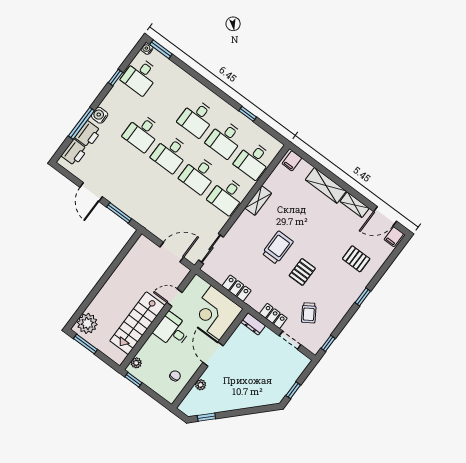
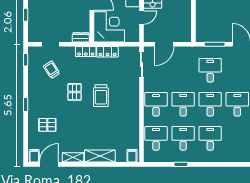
desk: (144, 189) -> (210, 70), added
shelving: (258, 201) -> (134, 116), removed
locker: (273, 316) -> (86, 52), moved

